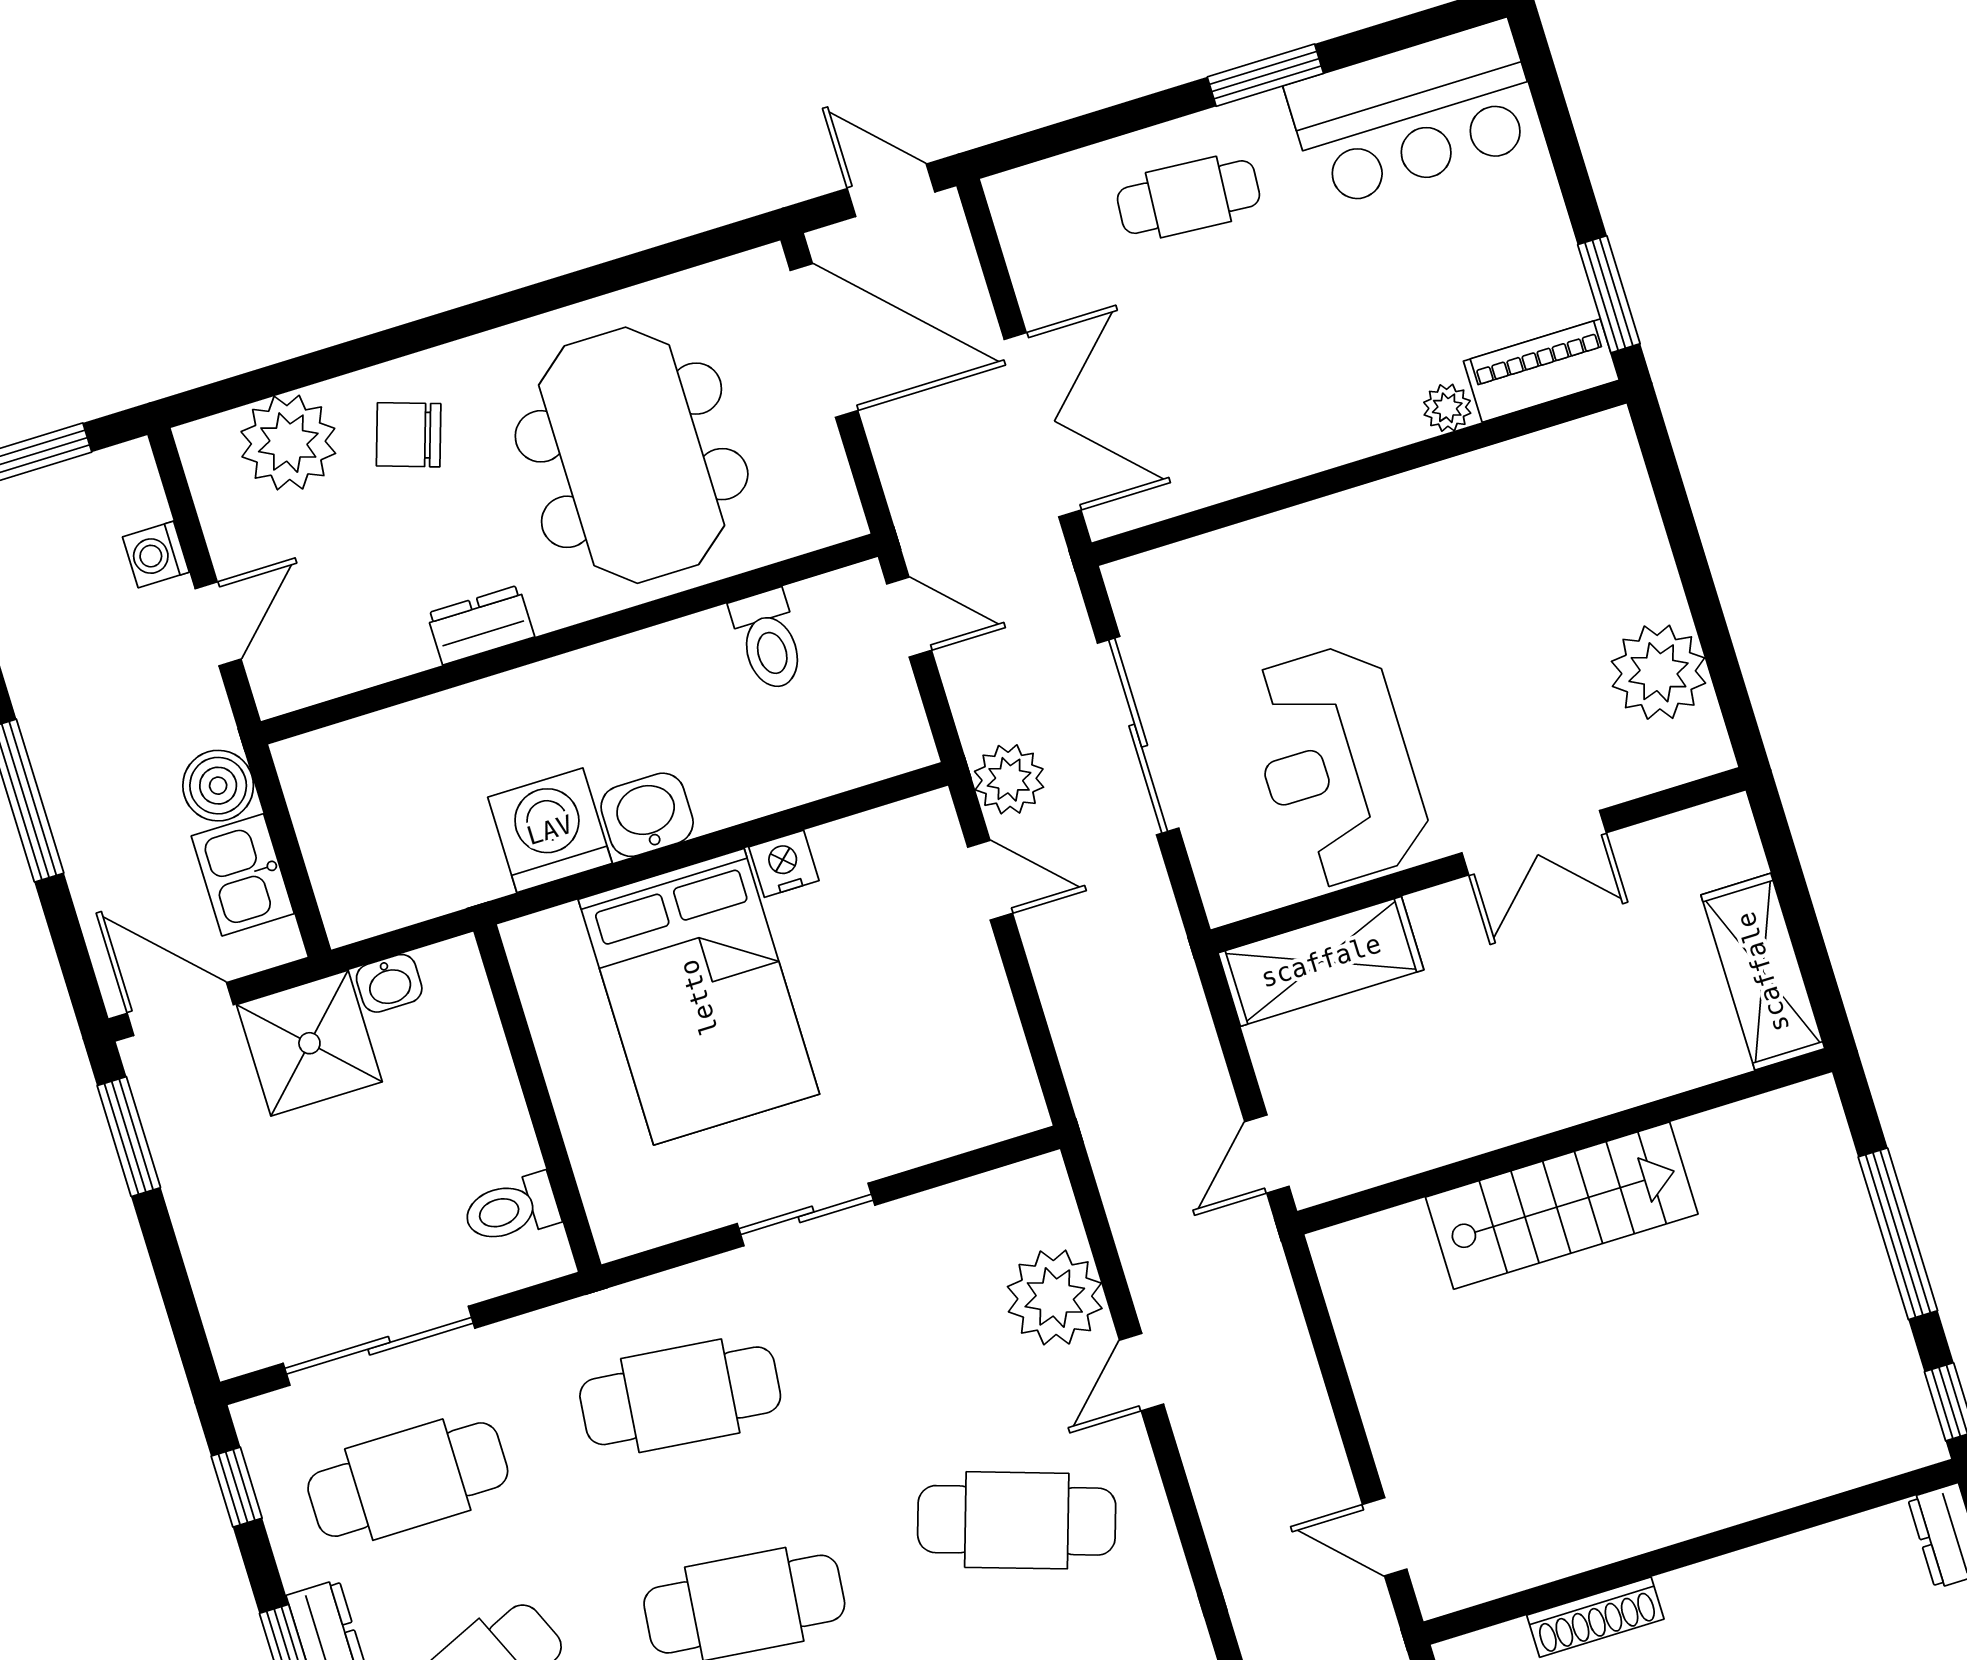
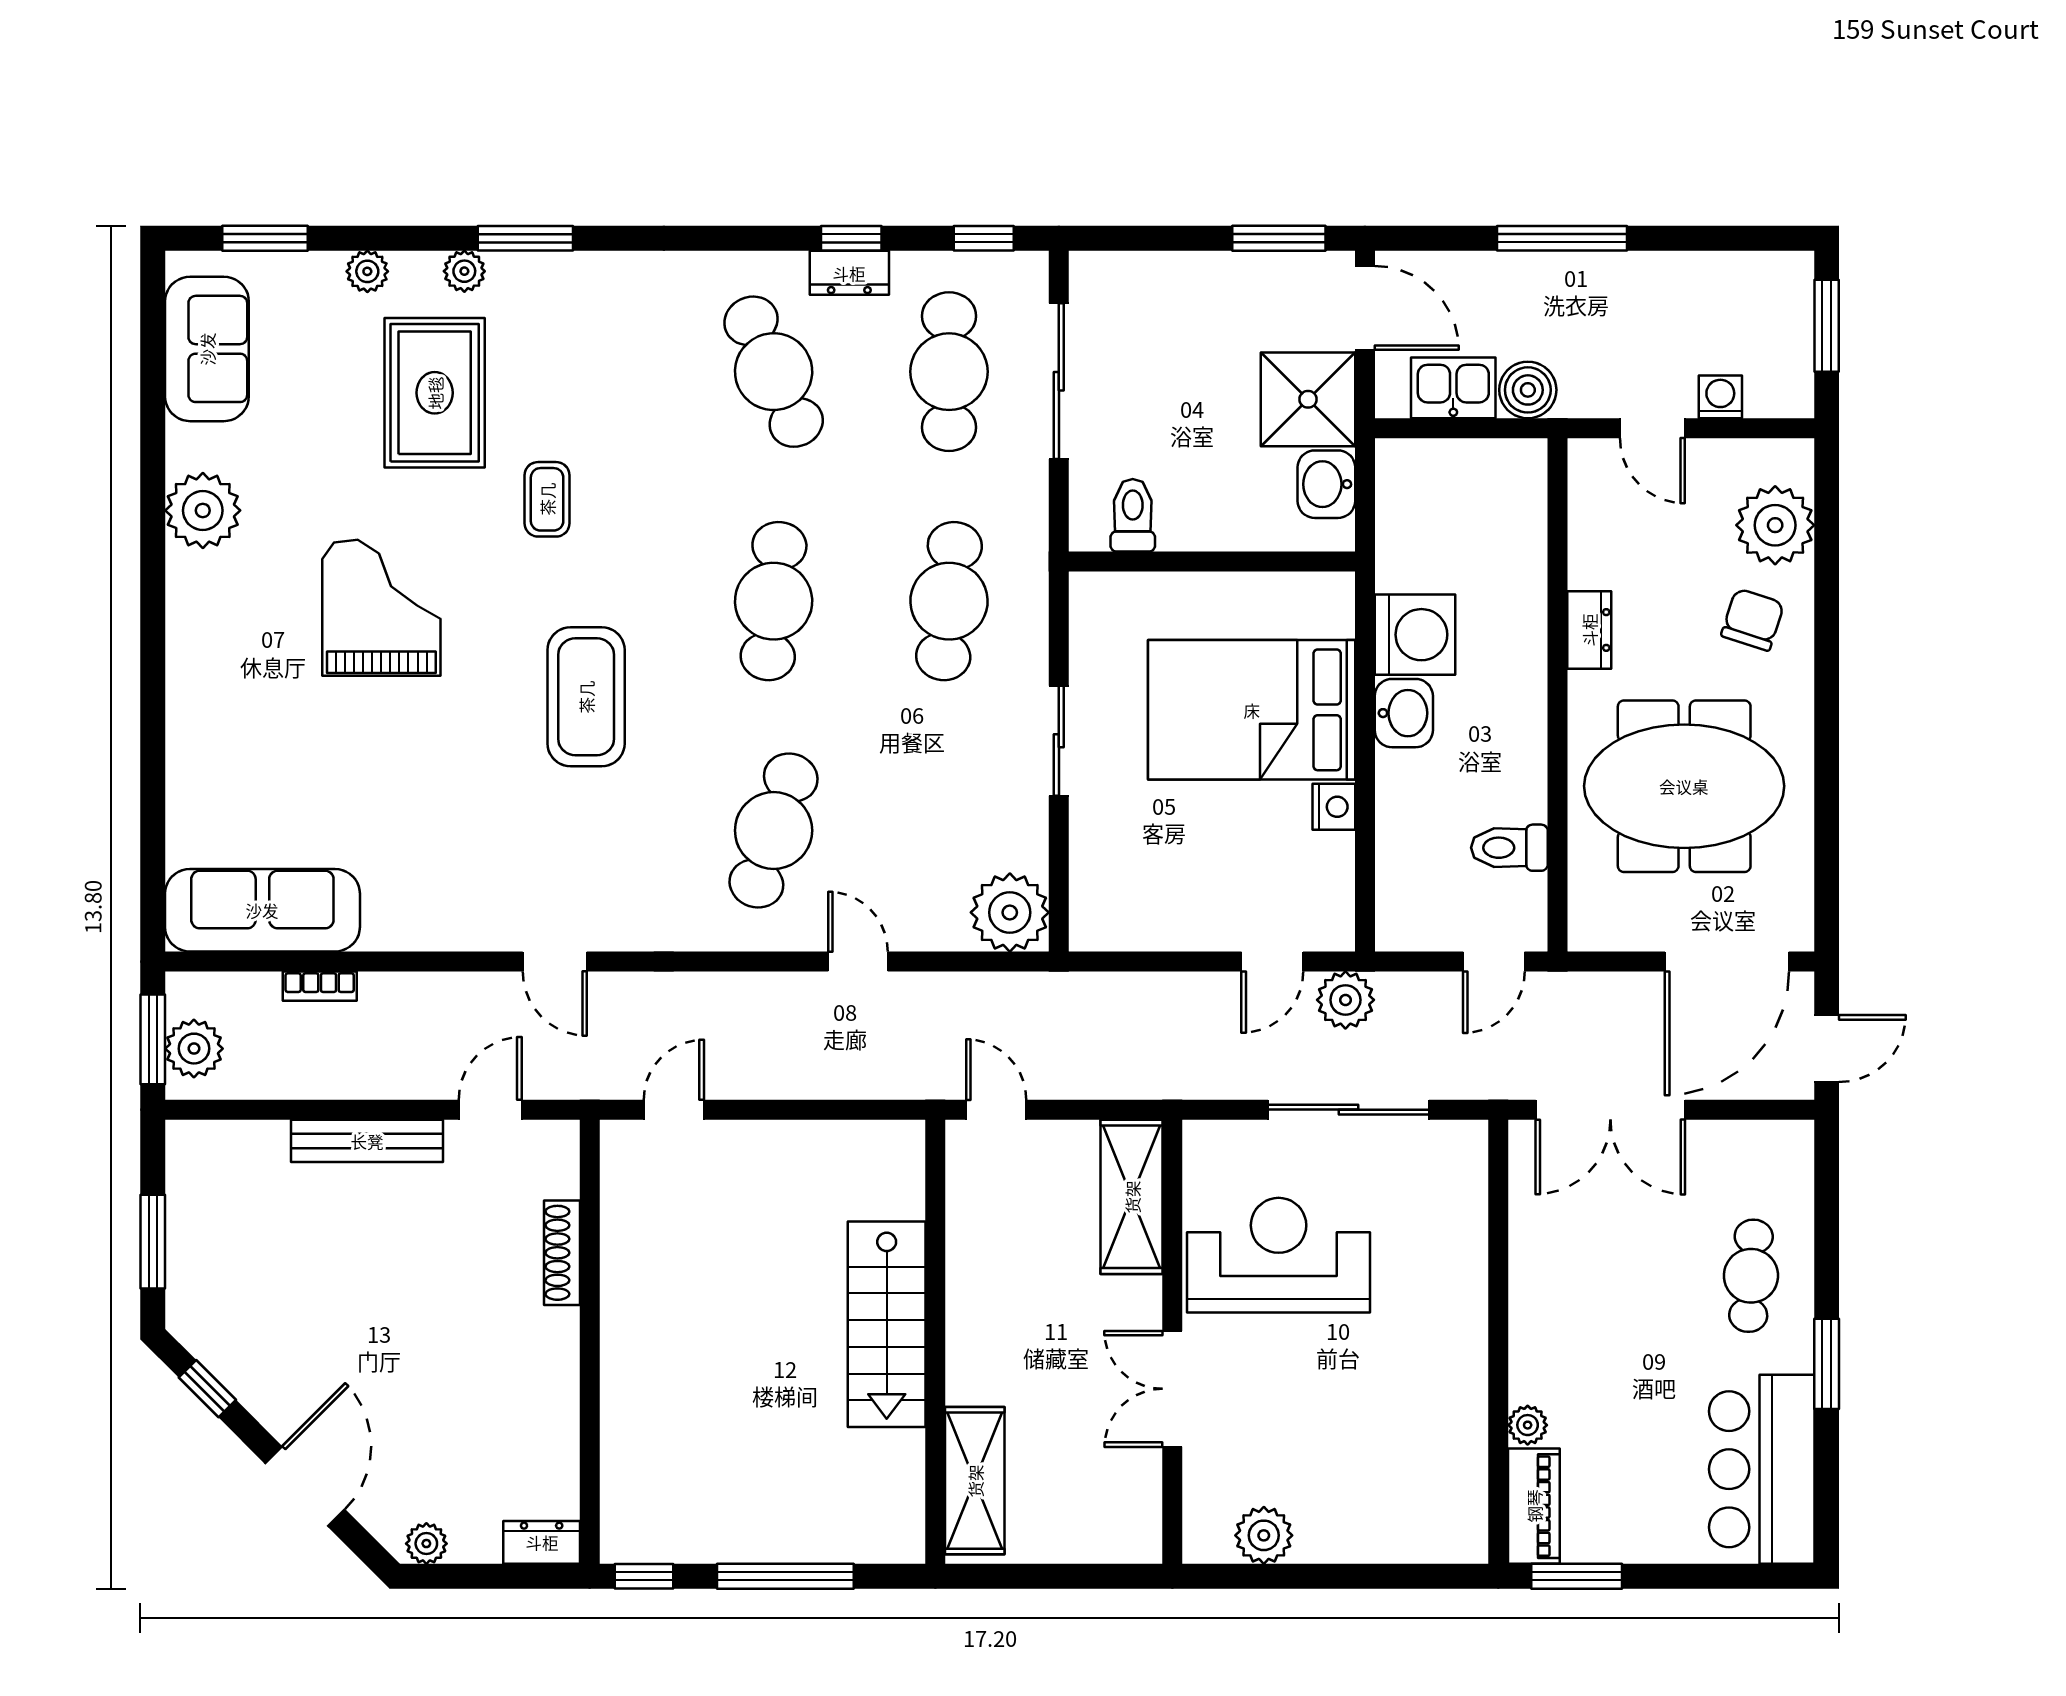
plant: (1659, 672) -> (1264, 1535), width x0.73, depth x0.73
shelving: (1763, 972) -> (975, 1481), moved, turned 90
washbasin: (389, 983) -> (1326, 484), width x1.38, depth x1.45
door: (180, 1009) -> (1365, 308), hinge flipped
plant: (1055, 1297) -> (1010, 912), moved

